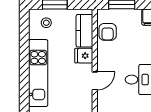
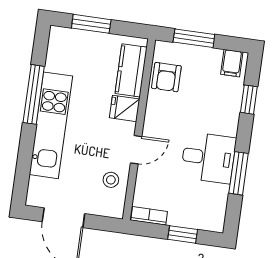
stool: (46, 23) -> (111, 180), moved
window: (24, 55) -> (34, 94), added

